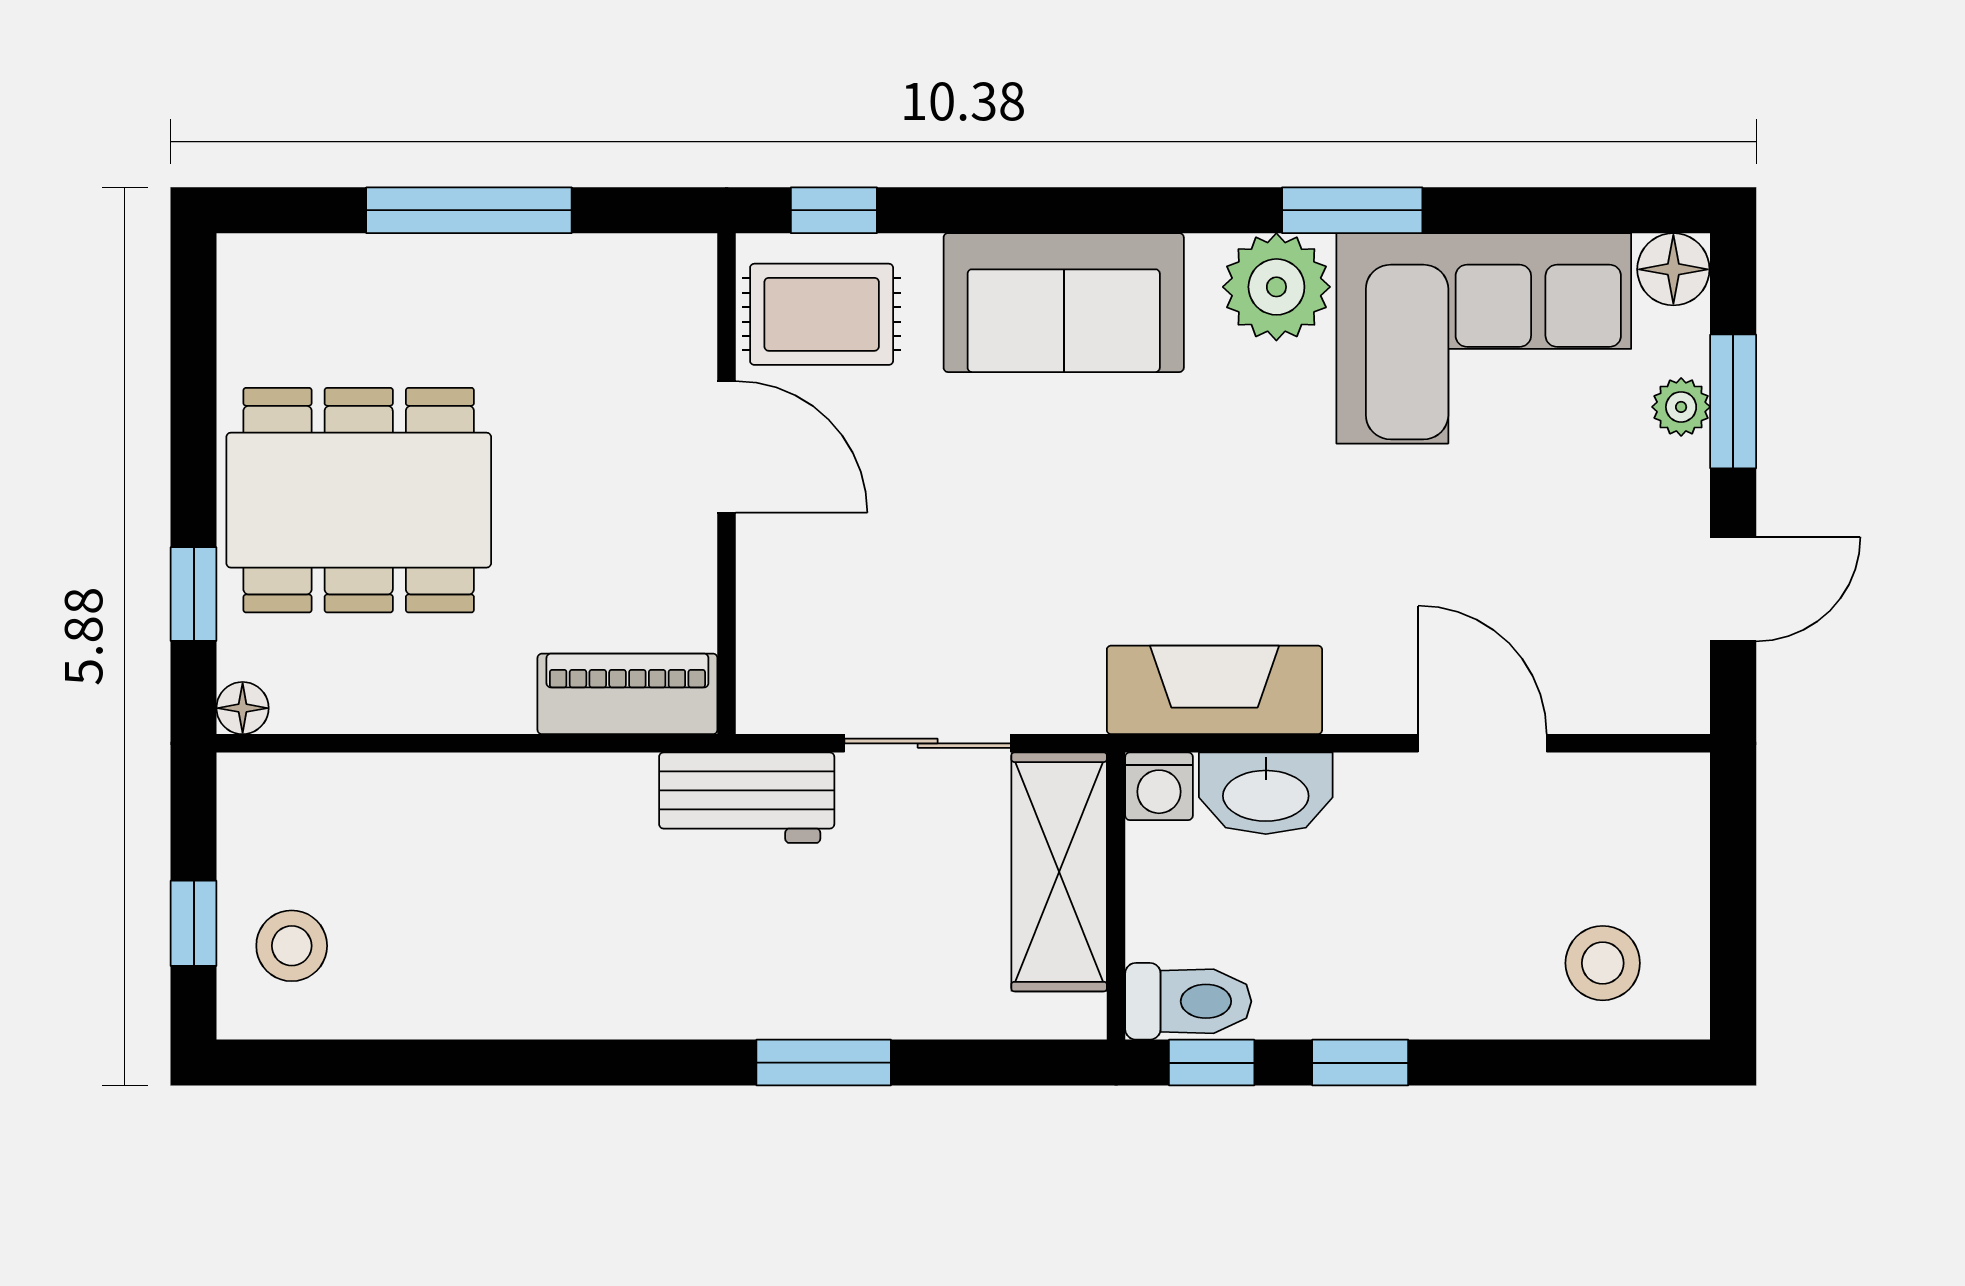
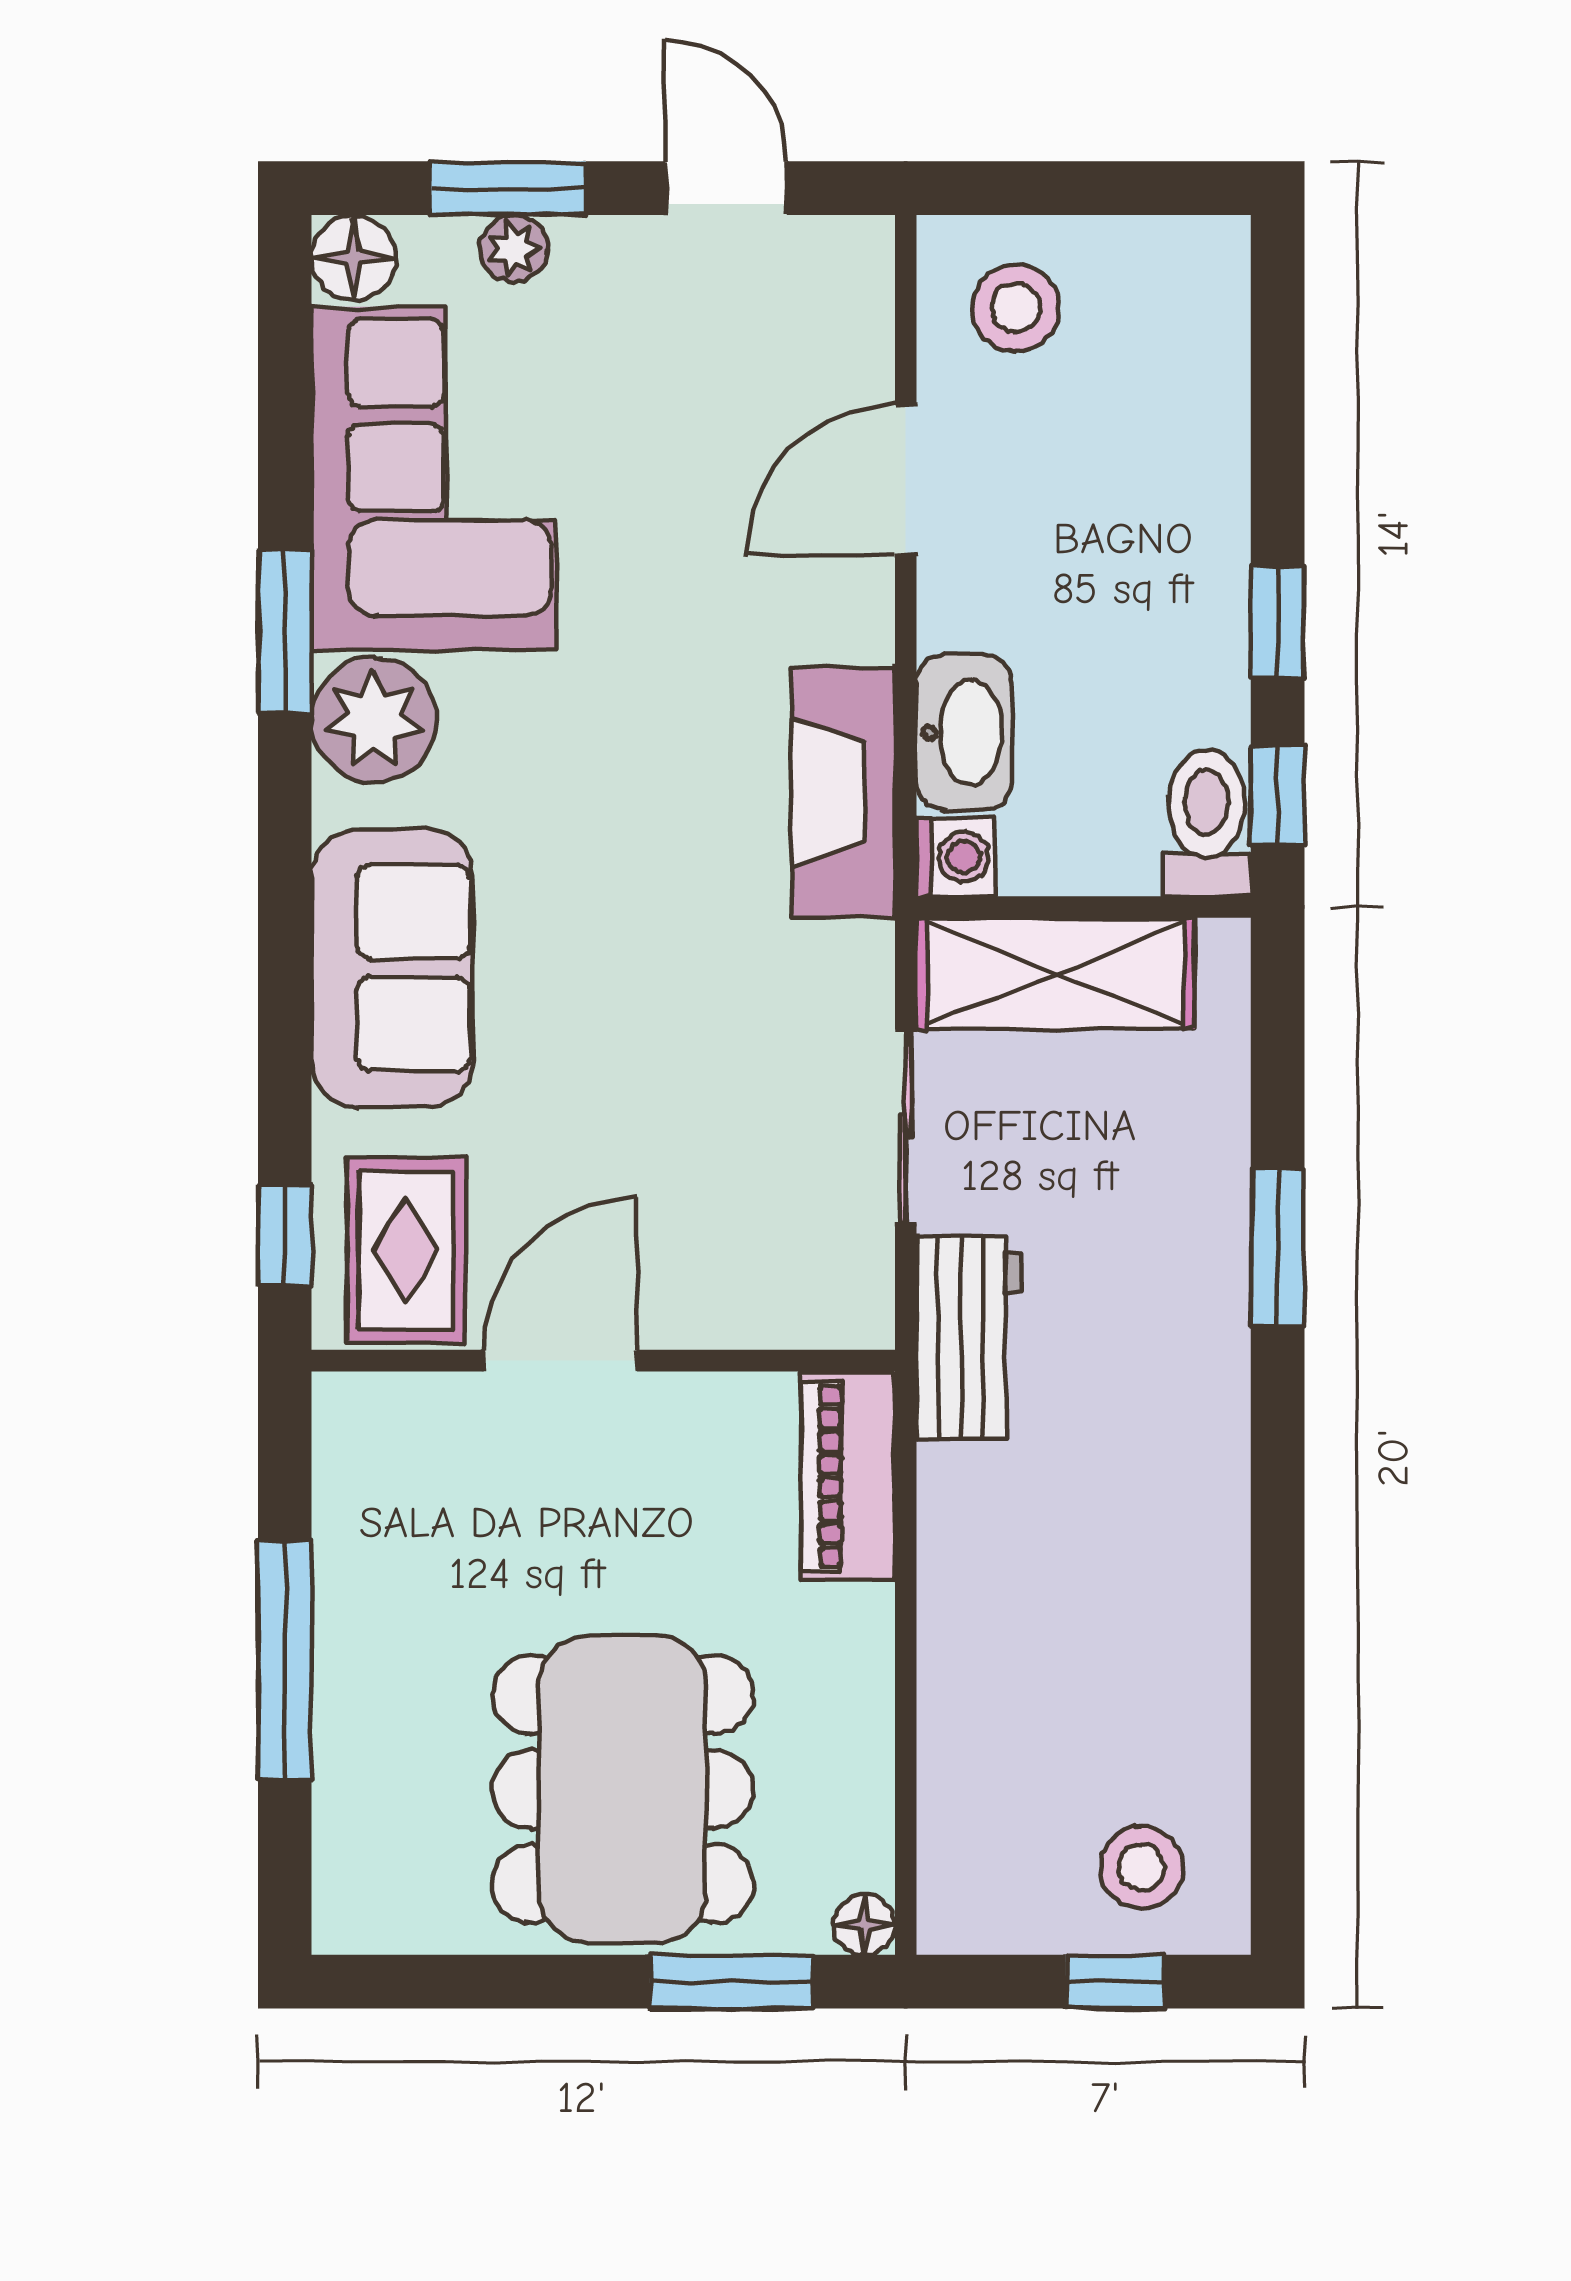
window: (194, 594) -> (732, 1982), width x1.50
stool: (1603, 963) -> (1016, 308), moved

